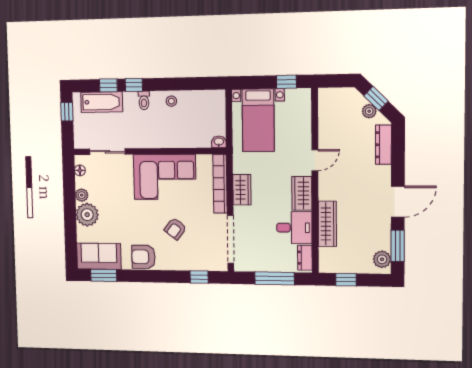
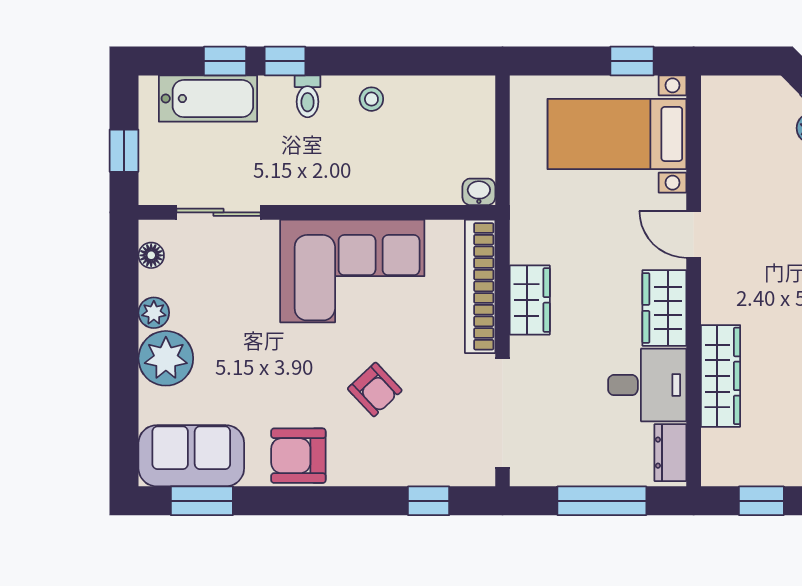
window: (67, 112) -> (124, 151), moved
bed with nightstands: (258, 120) -> (617, 134), moved, turned 90
door: (315, 160) -> (694, 234), swing flipped
armchair: (175, 229) -> (375, 390), turned -80

